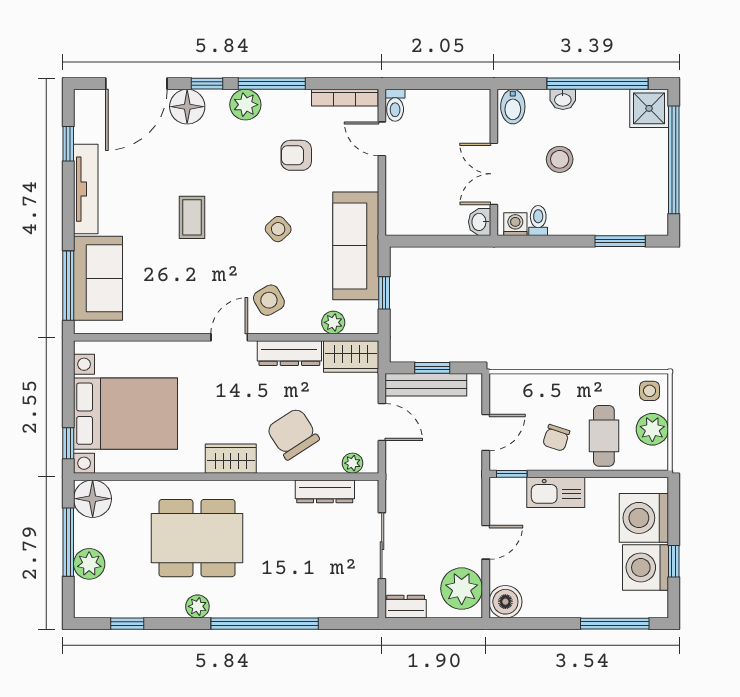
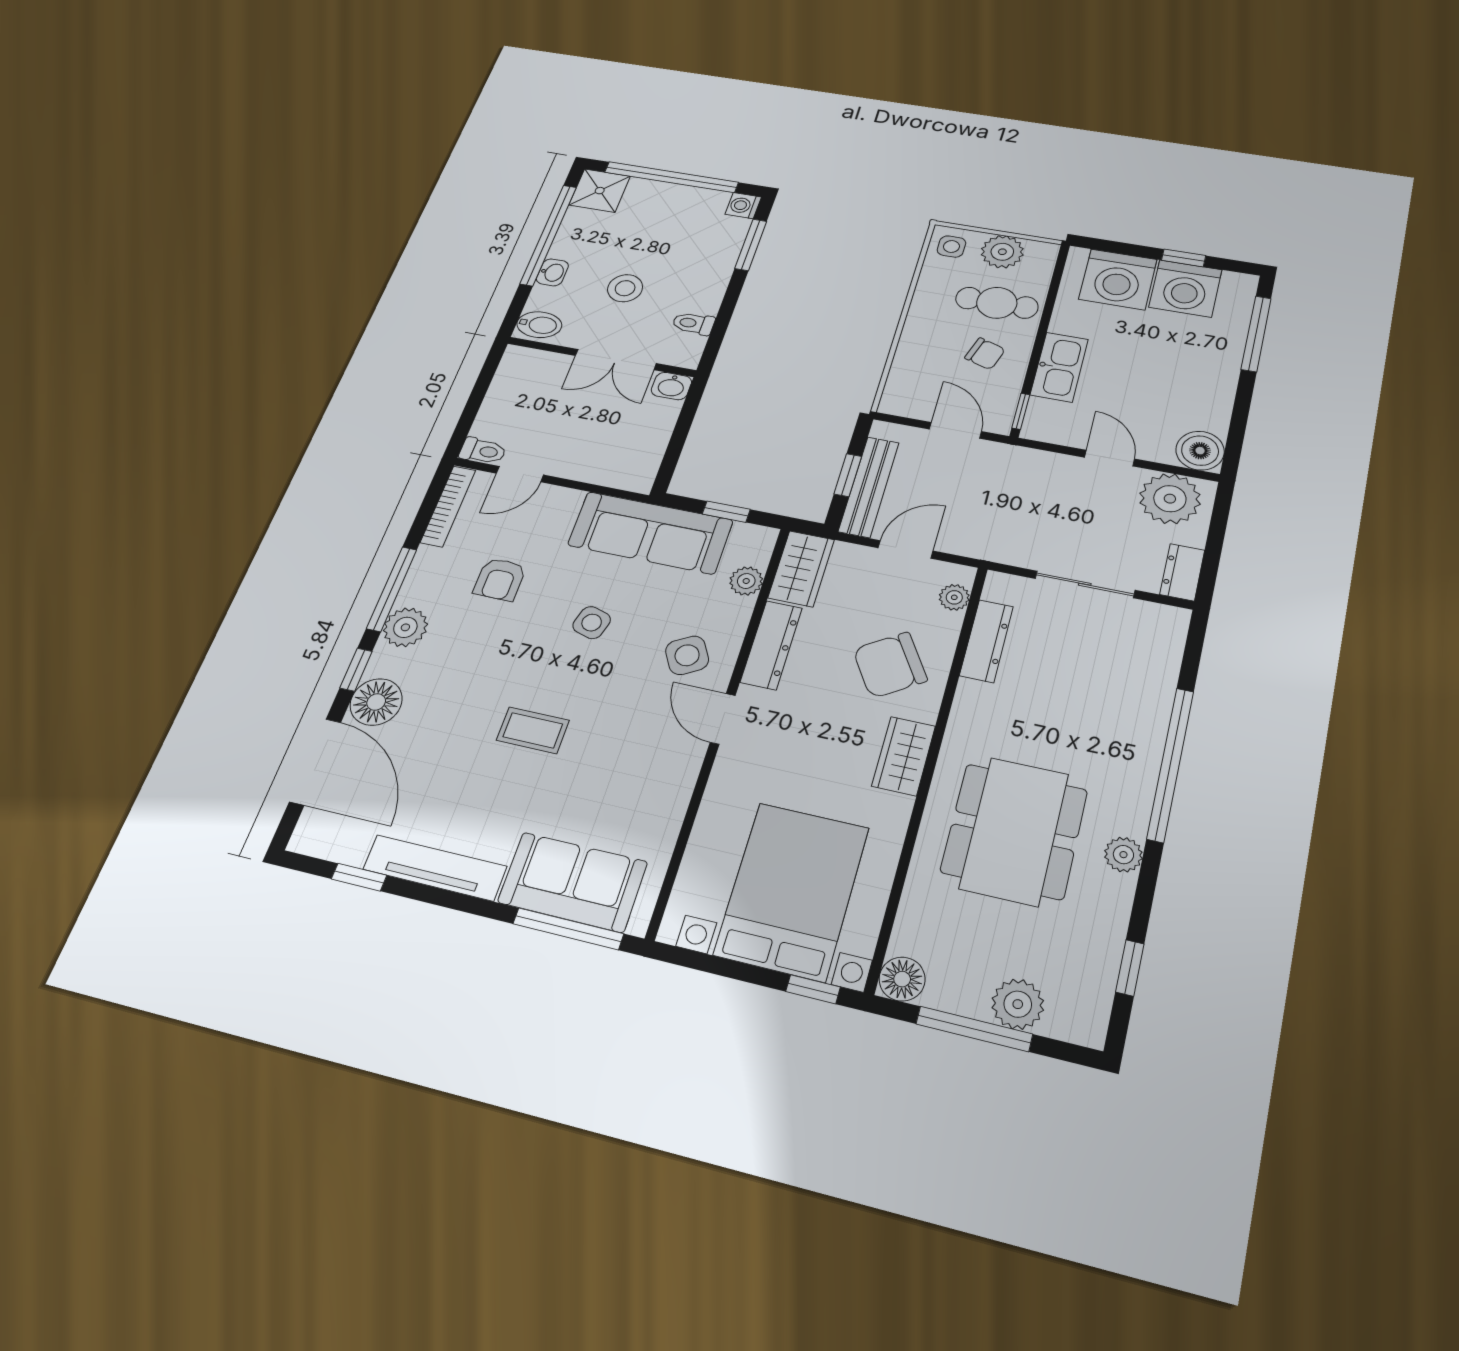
washing machine: (515, 224) -> (743, 206), moved
side table: (278, 229) -> (592, 623), turned -32
floor lamp: (93, 499) -> (902, 979), width x0.73, depth x0.73

